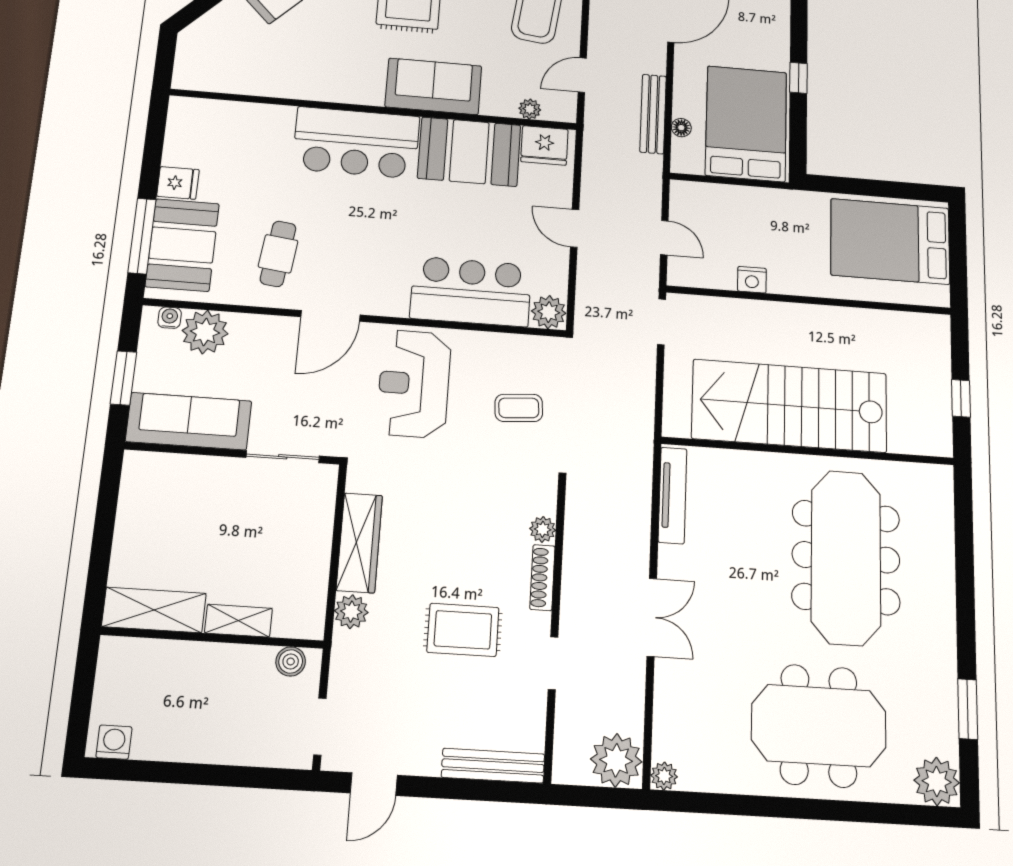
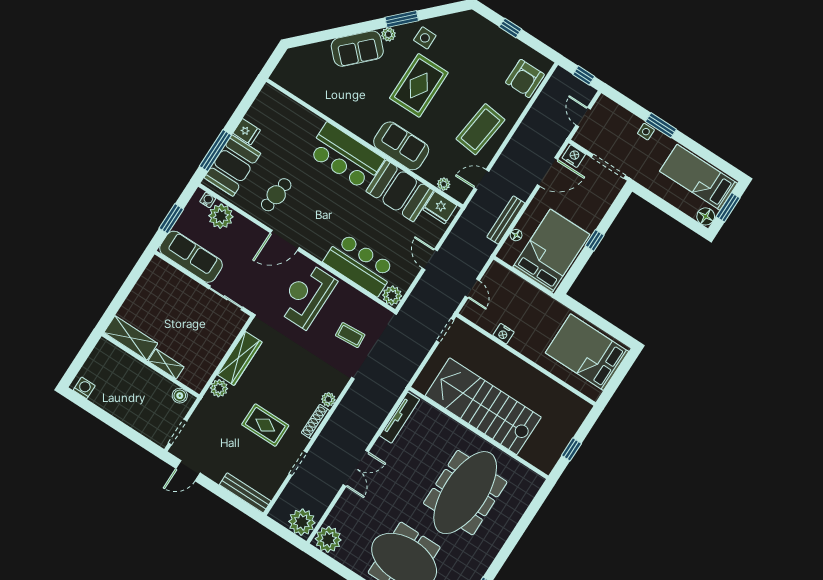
plant: (664, 776) -> (328, 539), width x1.87, depth x1.87

